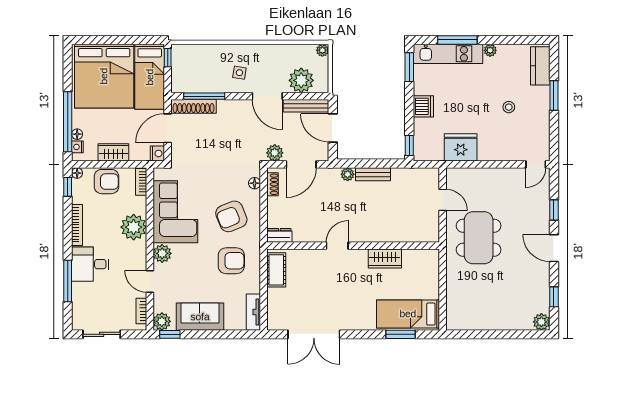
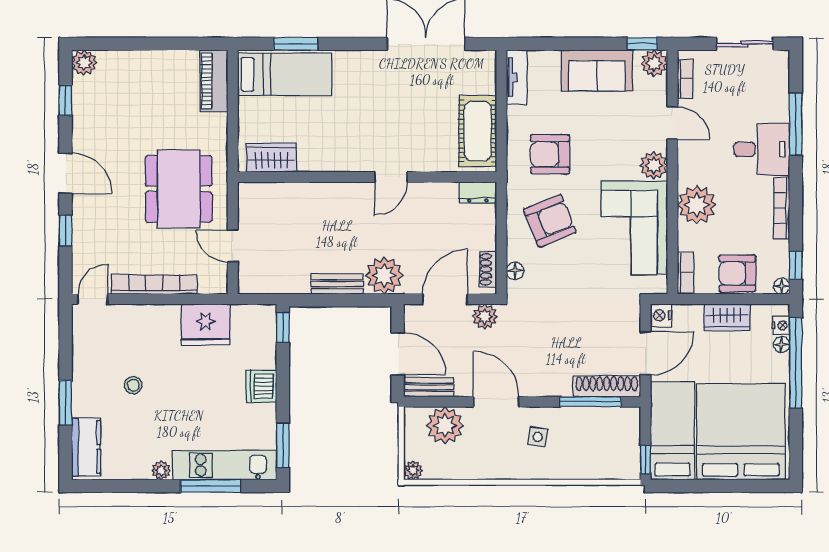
bench: (306, 106) -> (429, 387), width x0.73
plant: (348, 174) -> (384, 275), width x1.88, depth x1.88
bookcase: (495, 174) -> (154, 284), added
wardrobe: (385, 259) -> (271, 158), moved
cot: (276, 270) -> (478, 131), width x1.37, depth x1.34
piano: (455, 310) -> (214, 81), added

